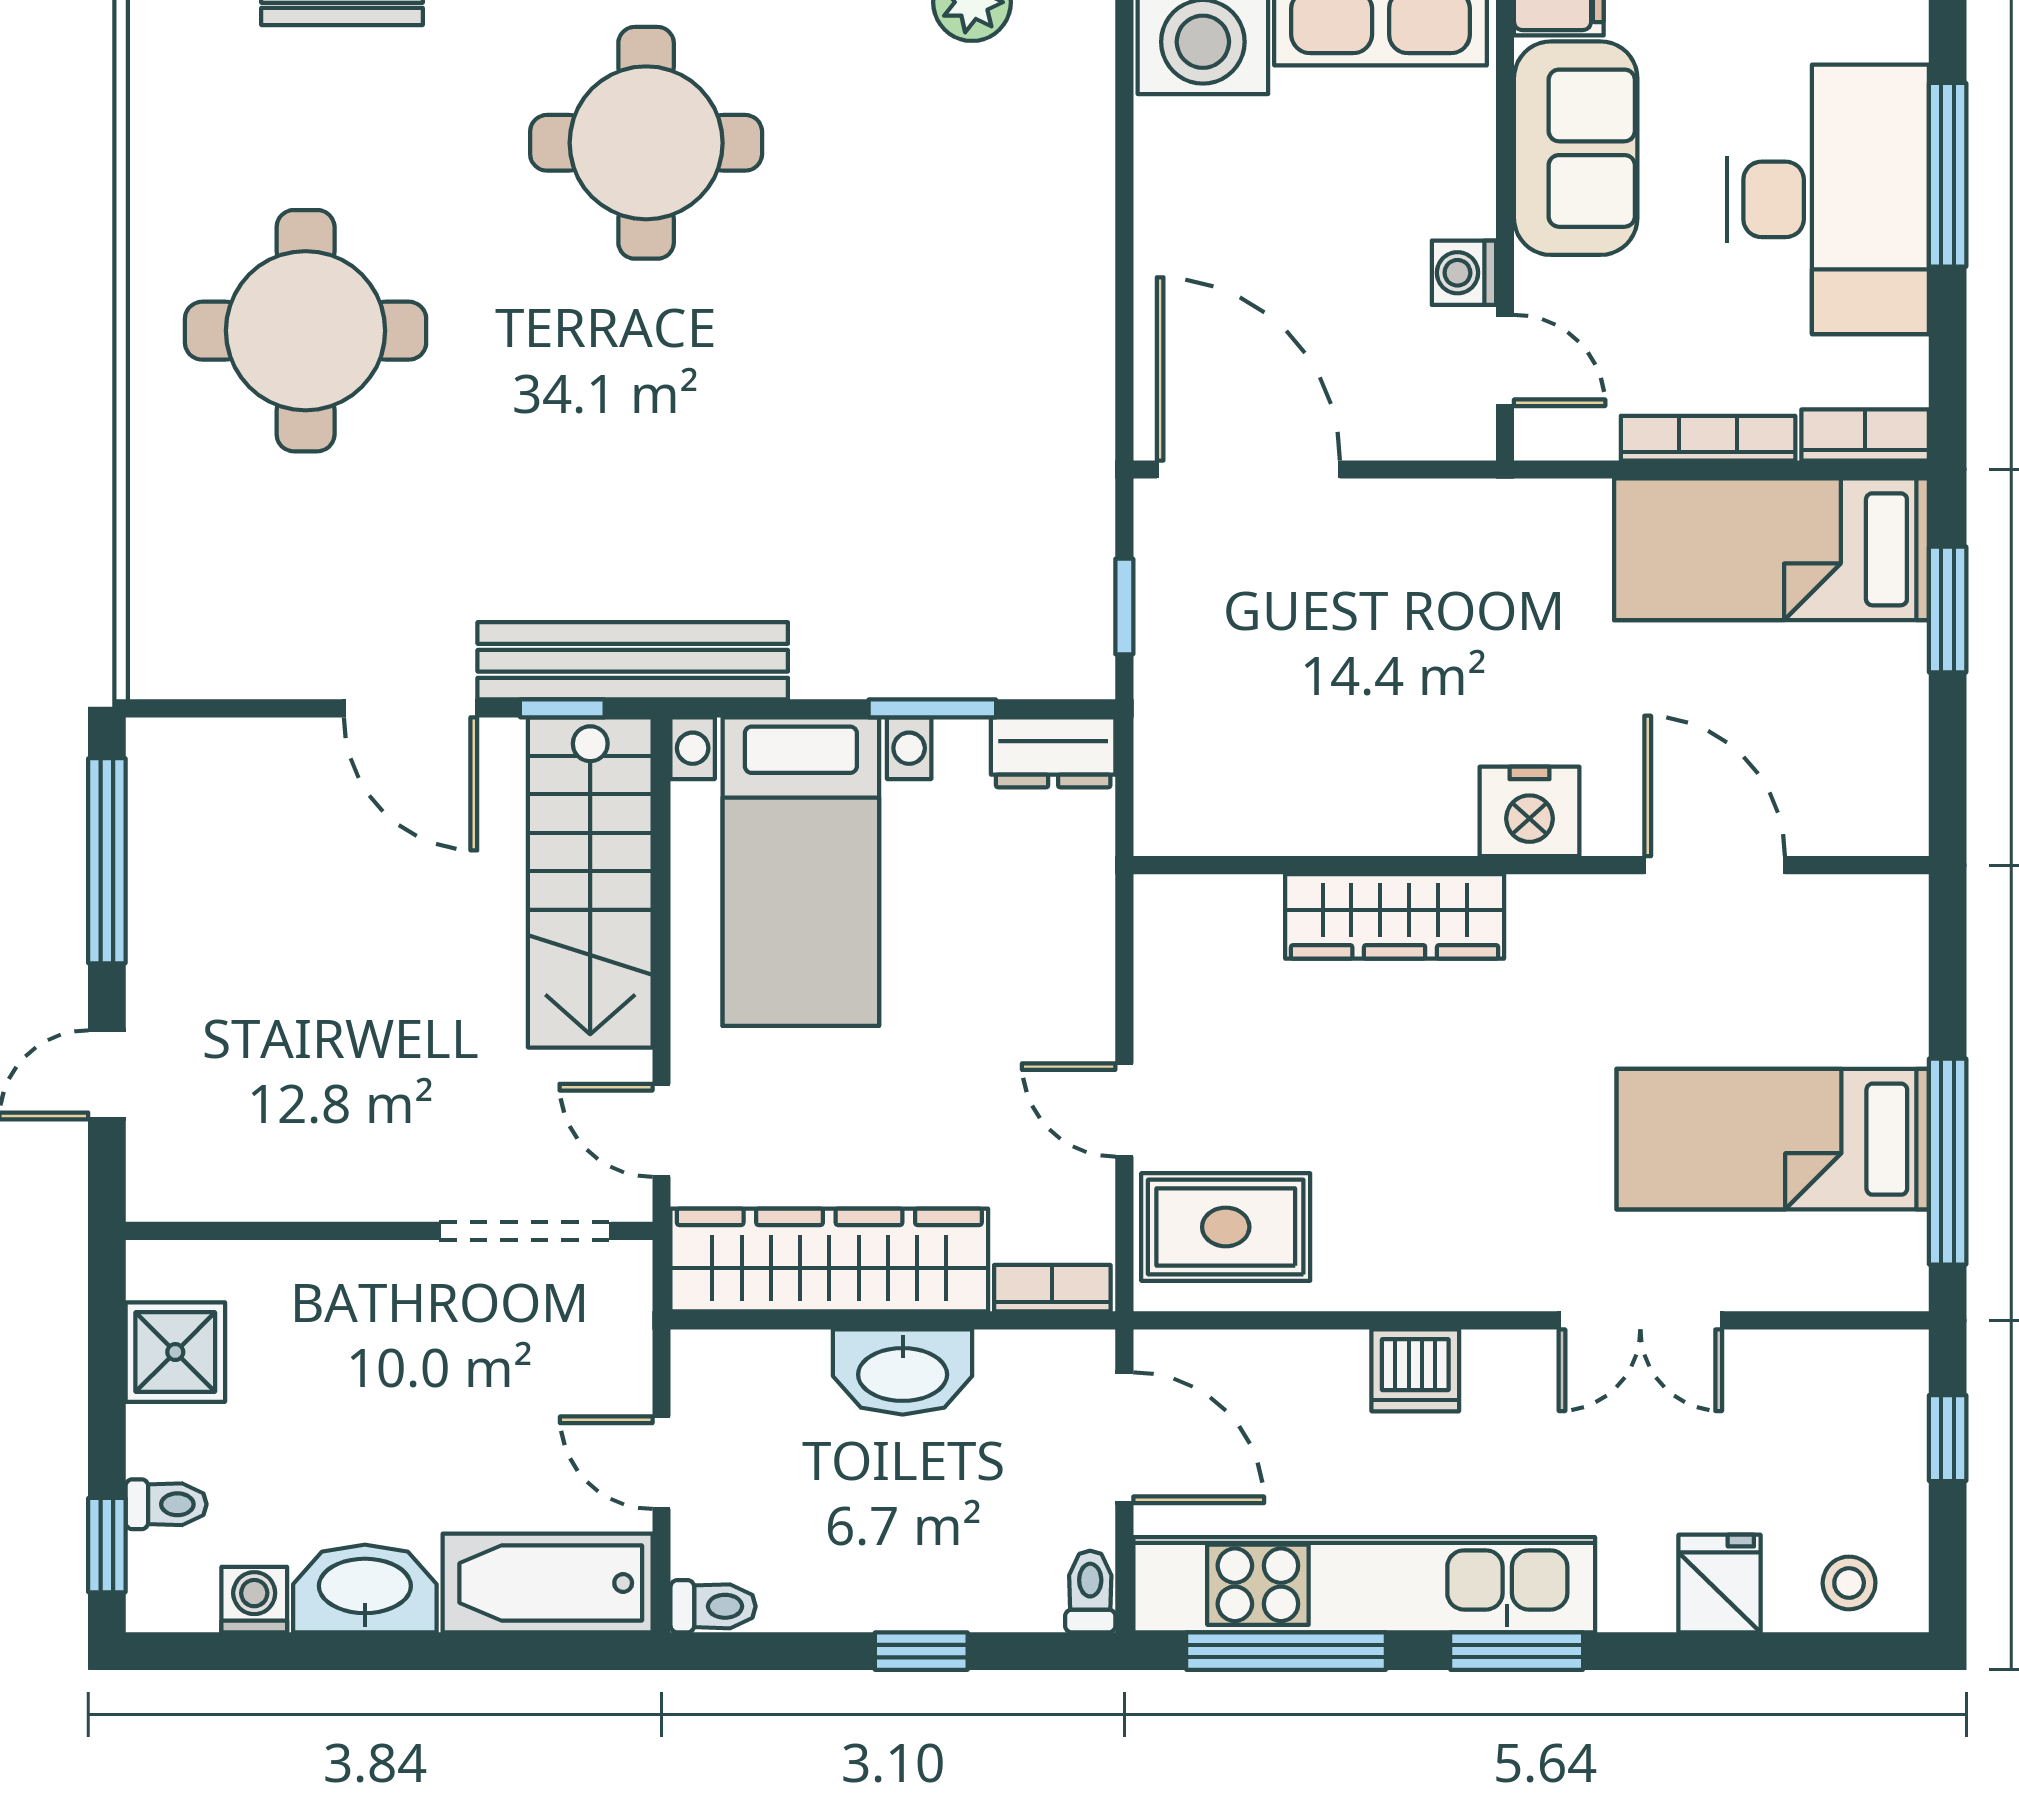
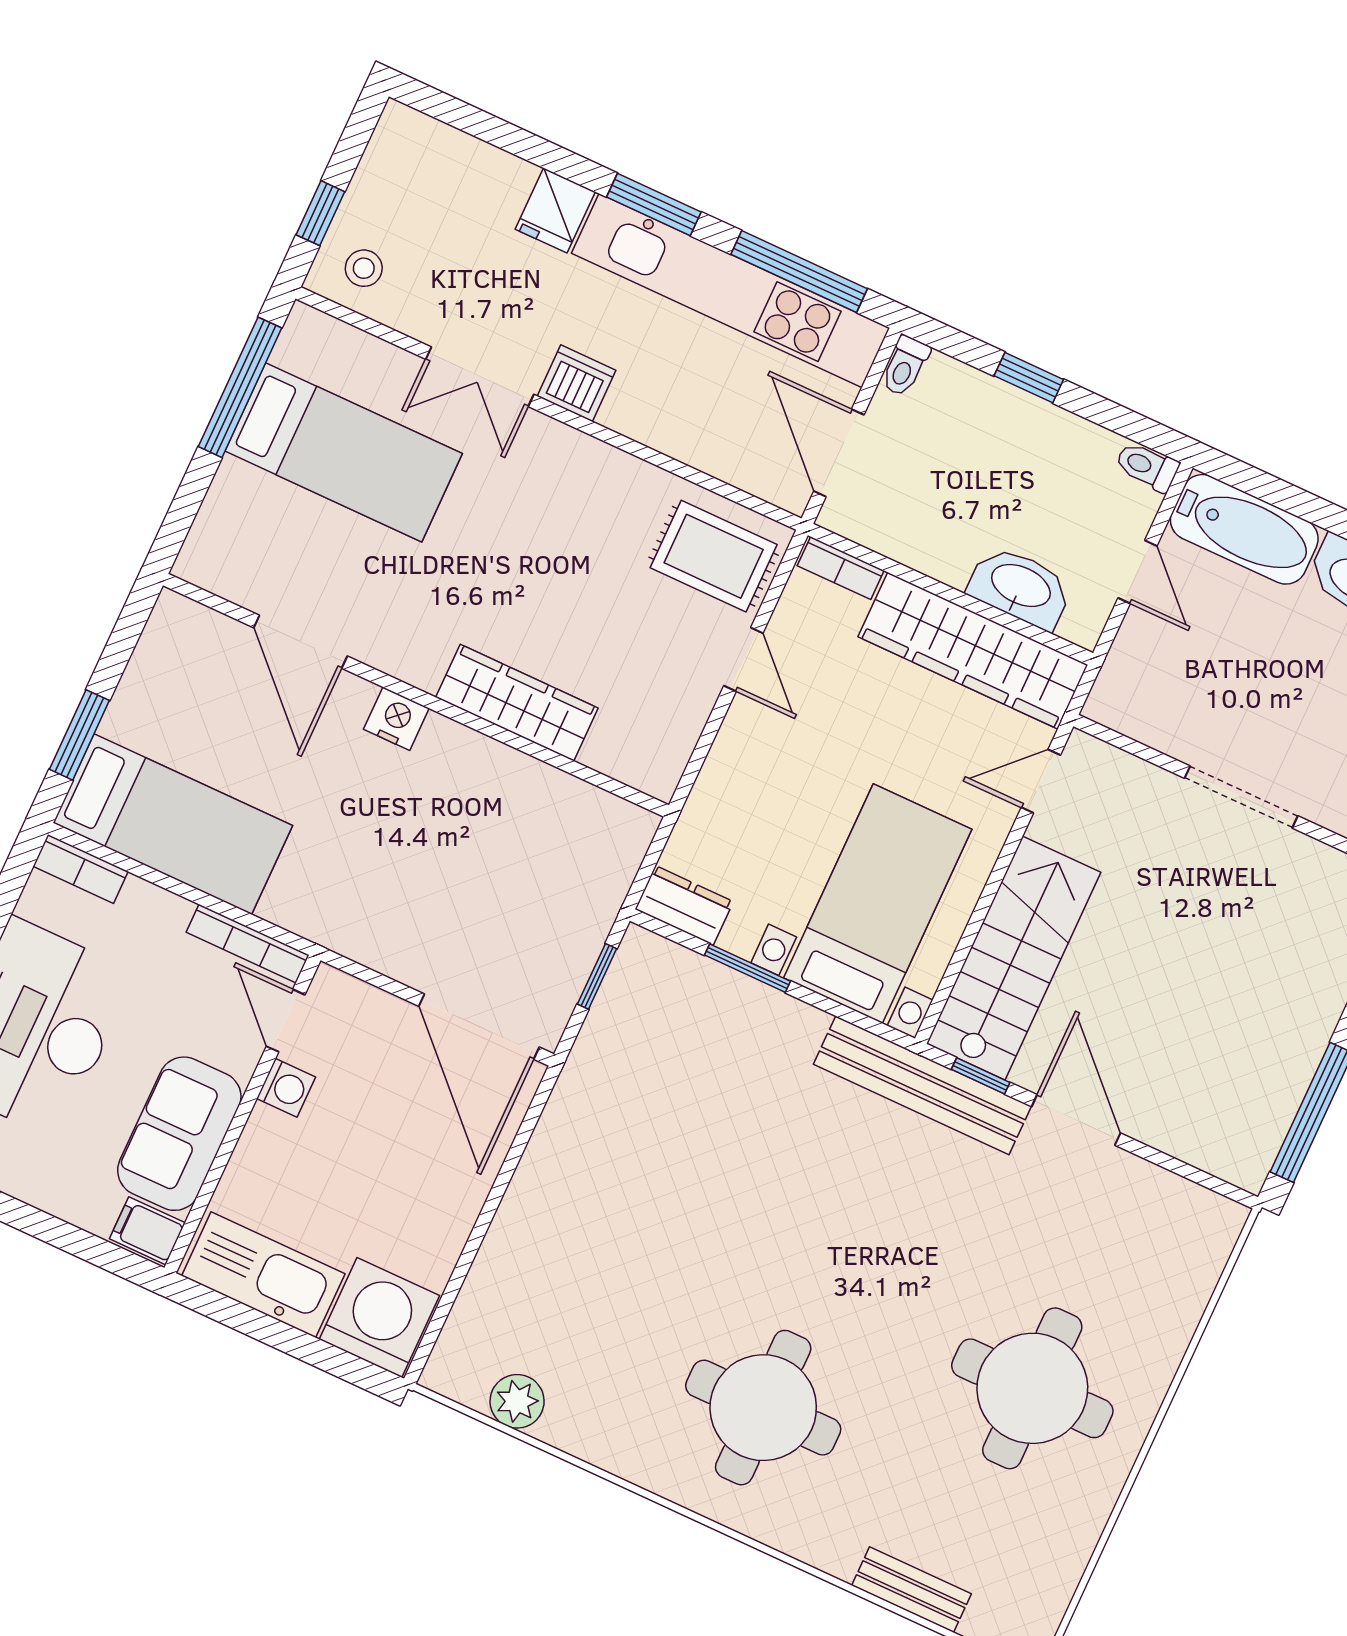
bookcase: (1708, 438) -> (248, 944), moved
nightstand: (1529, 811) -> (396, 719), width x0.74, depth x0.75
door: (661, 1130) -> (1041, 781), swing flipped
doorway: (525, 1231) -> (1241, 797), moved
double door: (1640, 1320) -> (480, 377), swing flipped
dishwasher: (1415, 1370) -> (576, 383), moved
washbasin: (903, 1372) -> (1020, 587), moved
stool: (1849, 1583) -> (364, 268), moved
fridge: (1720, 1584) -> (555, 211), moved

